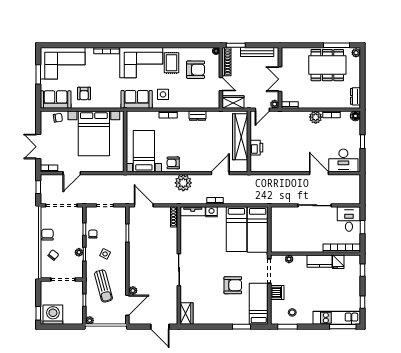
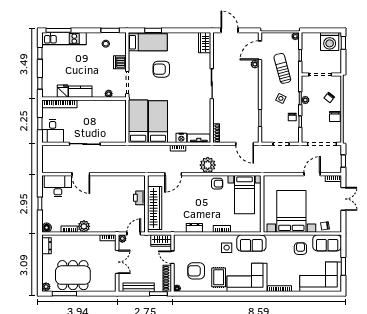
bed: (259, 304) -> (148, 42), moved, turned -90

